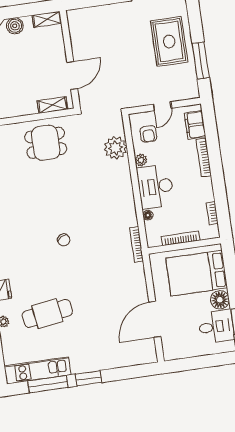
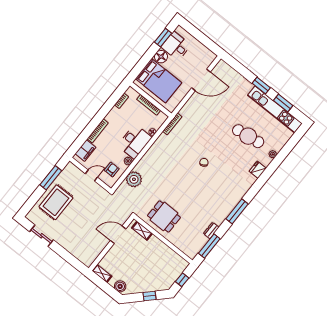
kitchen unit: (38, 370) -> (275, 109), width x1.36
window: (48, 384) -> (283, 103), width x0.69

